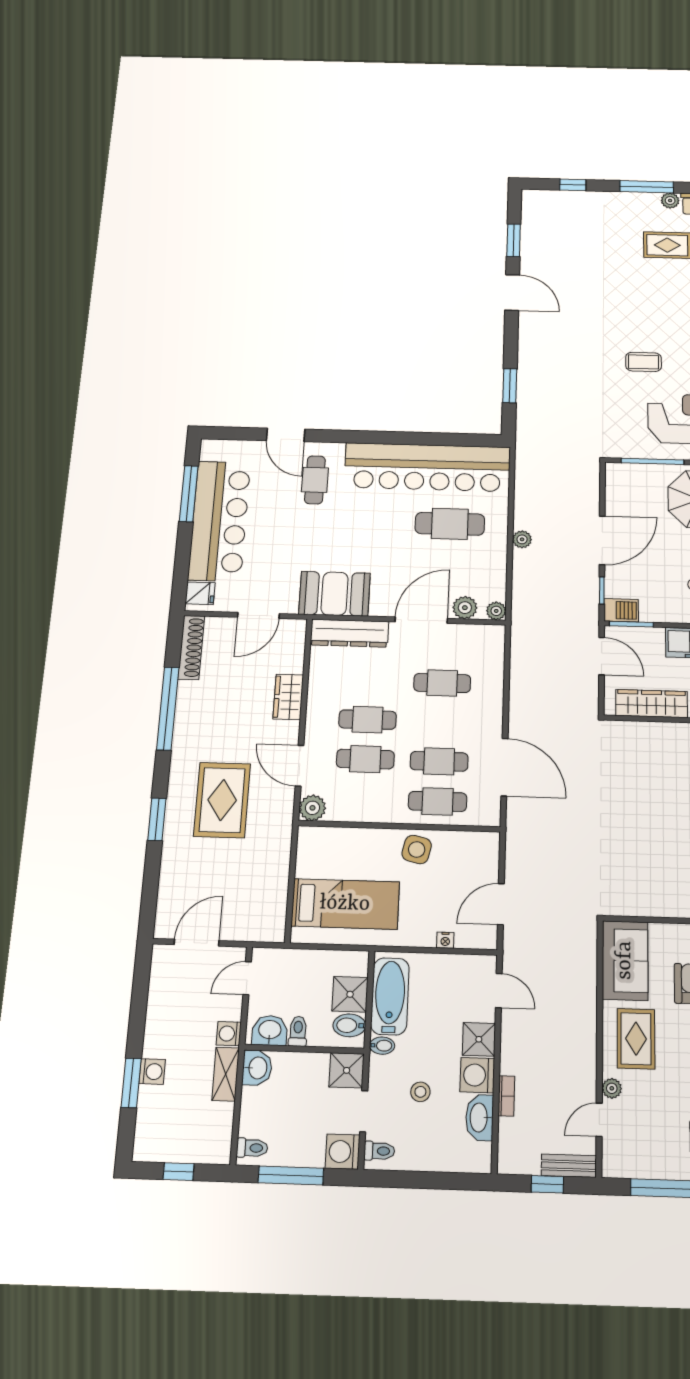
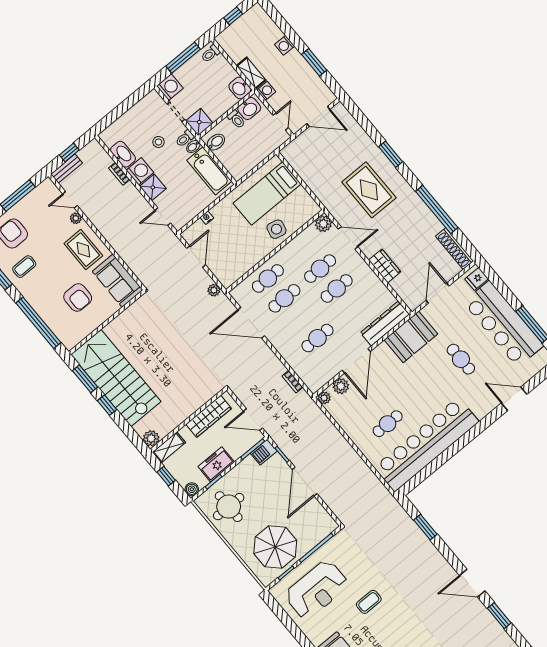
cafe table: (315, 480) -> (461, 359), moved
cafe table: (450, 524) -> (388, 424), width x0.73, depth x0.74
plant: (522, 539) -> (214, 290), moved
bookcase: (517, 659) -> (292, 382), added
side table: (417, 850) -> (276, 229), moved
door: (197, 943) -> (318, 116), hinge flipped
shower: (350, 994) -> (228, 156), removed
window: (131, 1083) -> (314, 62), moved
door: (599, 1120) -> (70, 200), swing flipped
toilet: (379, 1151) -> (185, 138), moved

